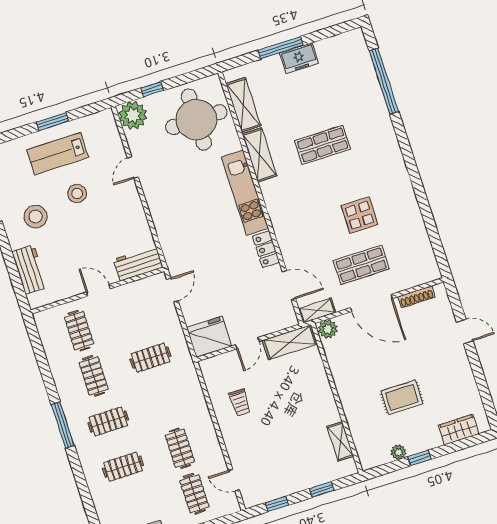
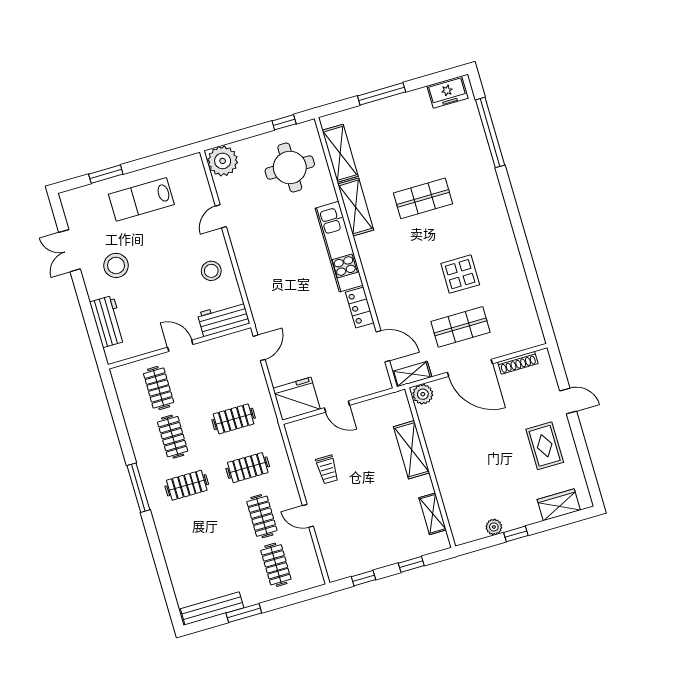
freezer: (299, 58) -> (447, 92), moved
window: (152, 89) -> (284, 122), moved
round table: (196, 120) -> (290, 168), width x0.73, depth x0.73
window: (52, 121) -> (106, 174), moved
stool: (77, 194) -> (211, 271), moved
shelving: (290, 342) -> (412, 450), moved, turned 90
door: (247, 343) -> (337, 407), hinge flipped
rug: (402, 397) -> (545, 446), moved, turned 90
clothes rail: (123, 467) -> (248, 468), moved
door: (234, 480) -> (308, 516), moved

